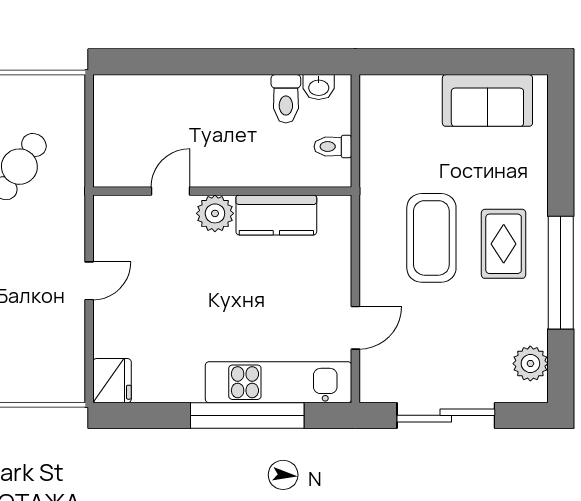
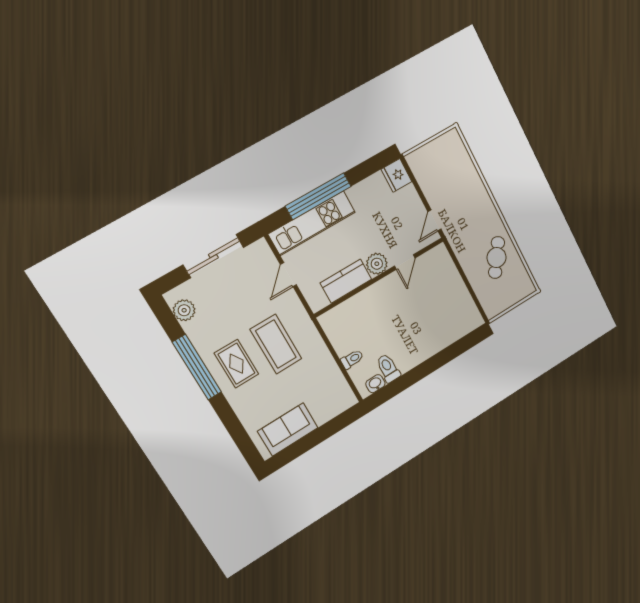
door: (170, 191) -> (405, 262), moved
wall: (222, 191) -> (379, 277), moved
plant: (215, 213) -> (377, 264), moved
kitchen counter: (276, 215) -> (346, 281), moved

